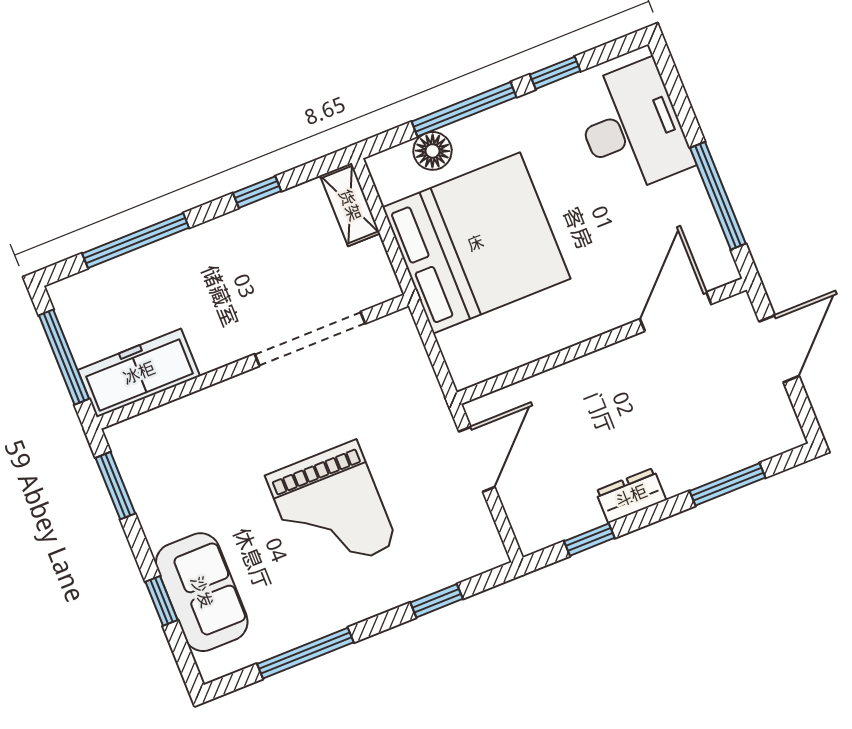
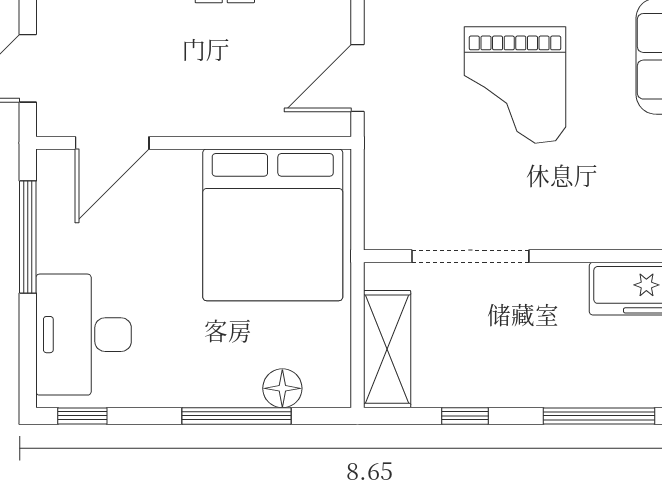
window: (555, 73) -> (82, 416), moved
shelving: (350, 205) -> (387, 349), width x1.50, depth x1.33
bed: (476, 243) -> (273, 225), moved, turned -90
grand piano: (332, 510) -> (515, 85), turned 180

